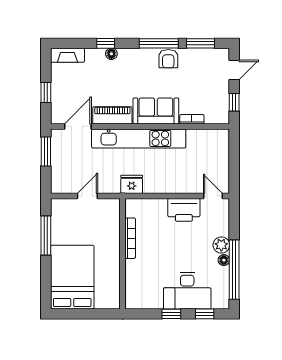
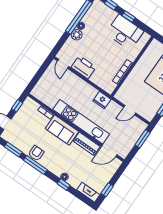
window: (46, 93) -> (107, 190), moved
window: (46, 151) -> (143, 139), moved
desk: (187, 291) -> (125, 32), moved

